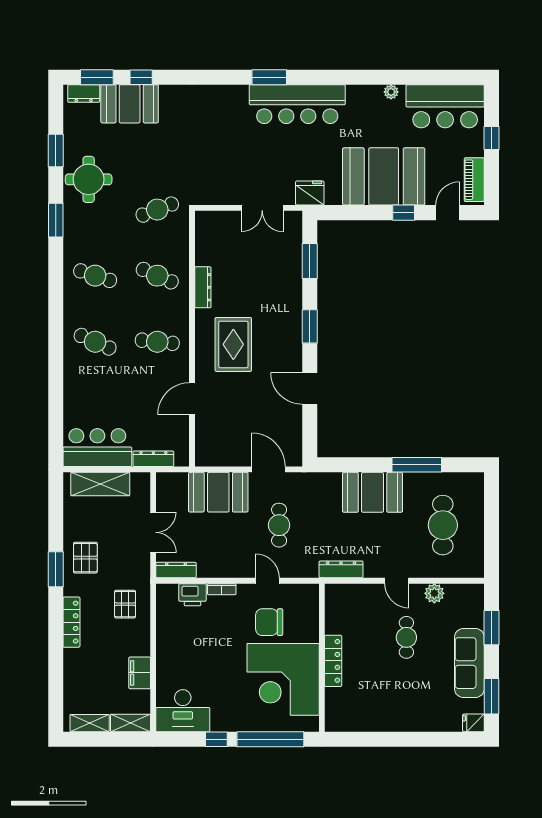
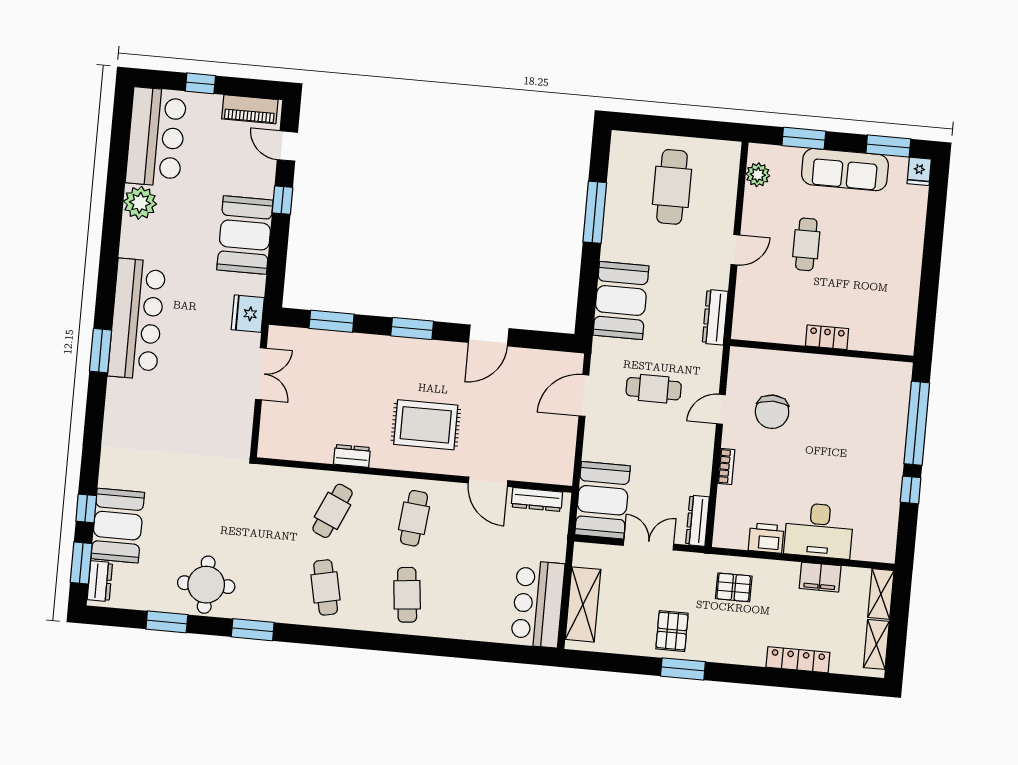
plant: (391, 92) -> (140, 203), width x1.88, depth x1.88
booth: (384, 176) -> (245, 235), width x0.73, depth x0.70
cafe table: (157, 210) -> (251, 503), removed
cafe table: (95, 276) -> (326, 587), turned -30
dresser: (203, 287) -> (352, 456), width x0.70
cafe table: (95, 342) -> (407, 595), turned -30
dresser: (153, 459) -> (537, 500), moved, turned -90
booth: (218, 492) -> (603, 500), moved
booth: (372, 492) -> (621, 300), moved
cafe table: (443, 525) -> (672, 187), turned 90
pallet: (85, 558) -> (672, 631), turned 90
plant: (434, 593) -> (758, 175), moved
printer: (192, 595) -> (766, 538), moved, turned -90
locker: (71, 622) -> (798, 660), moved
cafe table: (406, 637) -> (806, 244), turned 90
locker: (333, 661) -> (827, 337), width x0.66
corner desk: (283, 679) -> (844, 401), removed
desk: (183, 711) -> (819, 531), moved, turned 90

